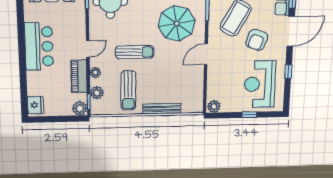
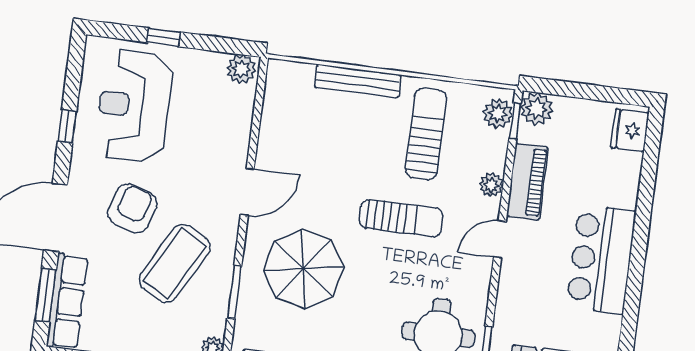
sun lounger: (135, 52) -> (401, 218), turned 180
reception desk: (260, 84) -> (134, 106), turned 180
plant: (97, 93) -> (498, 114), moved

